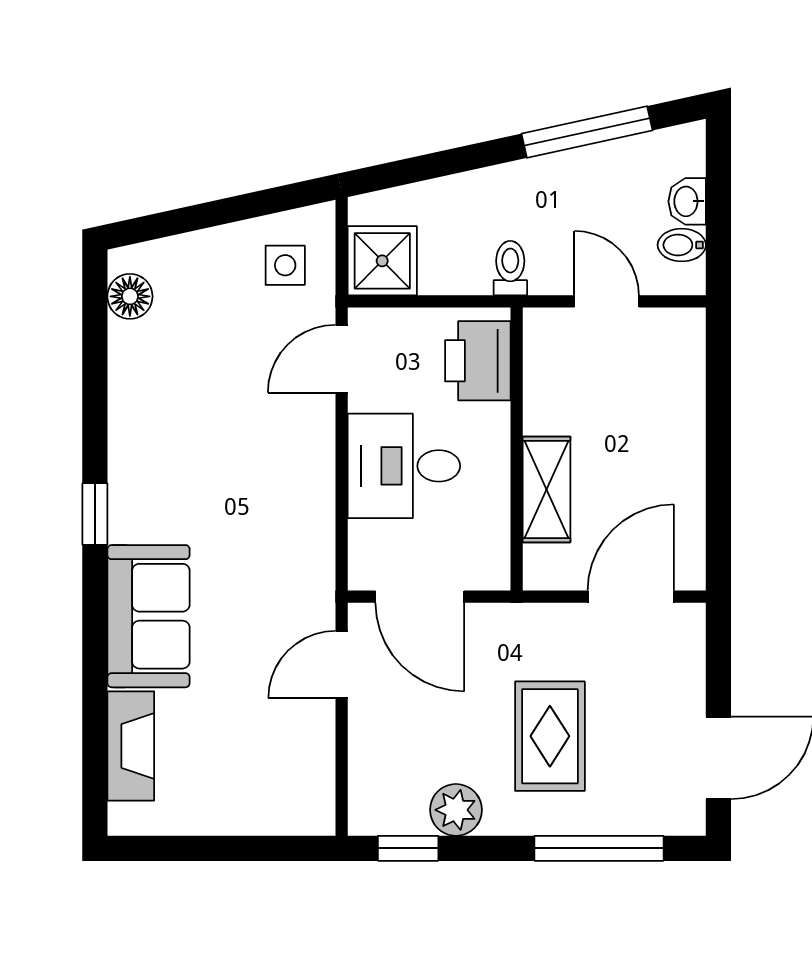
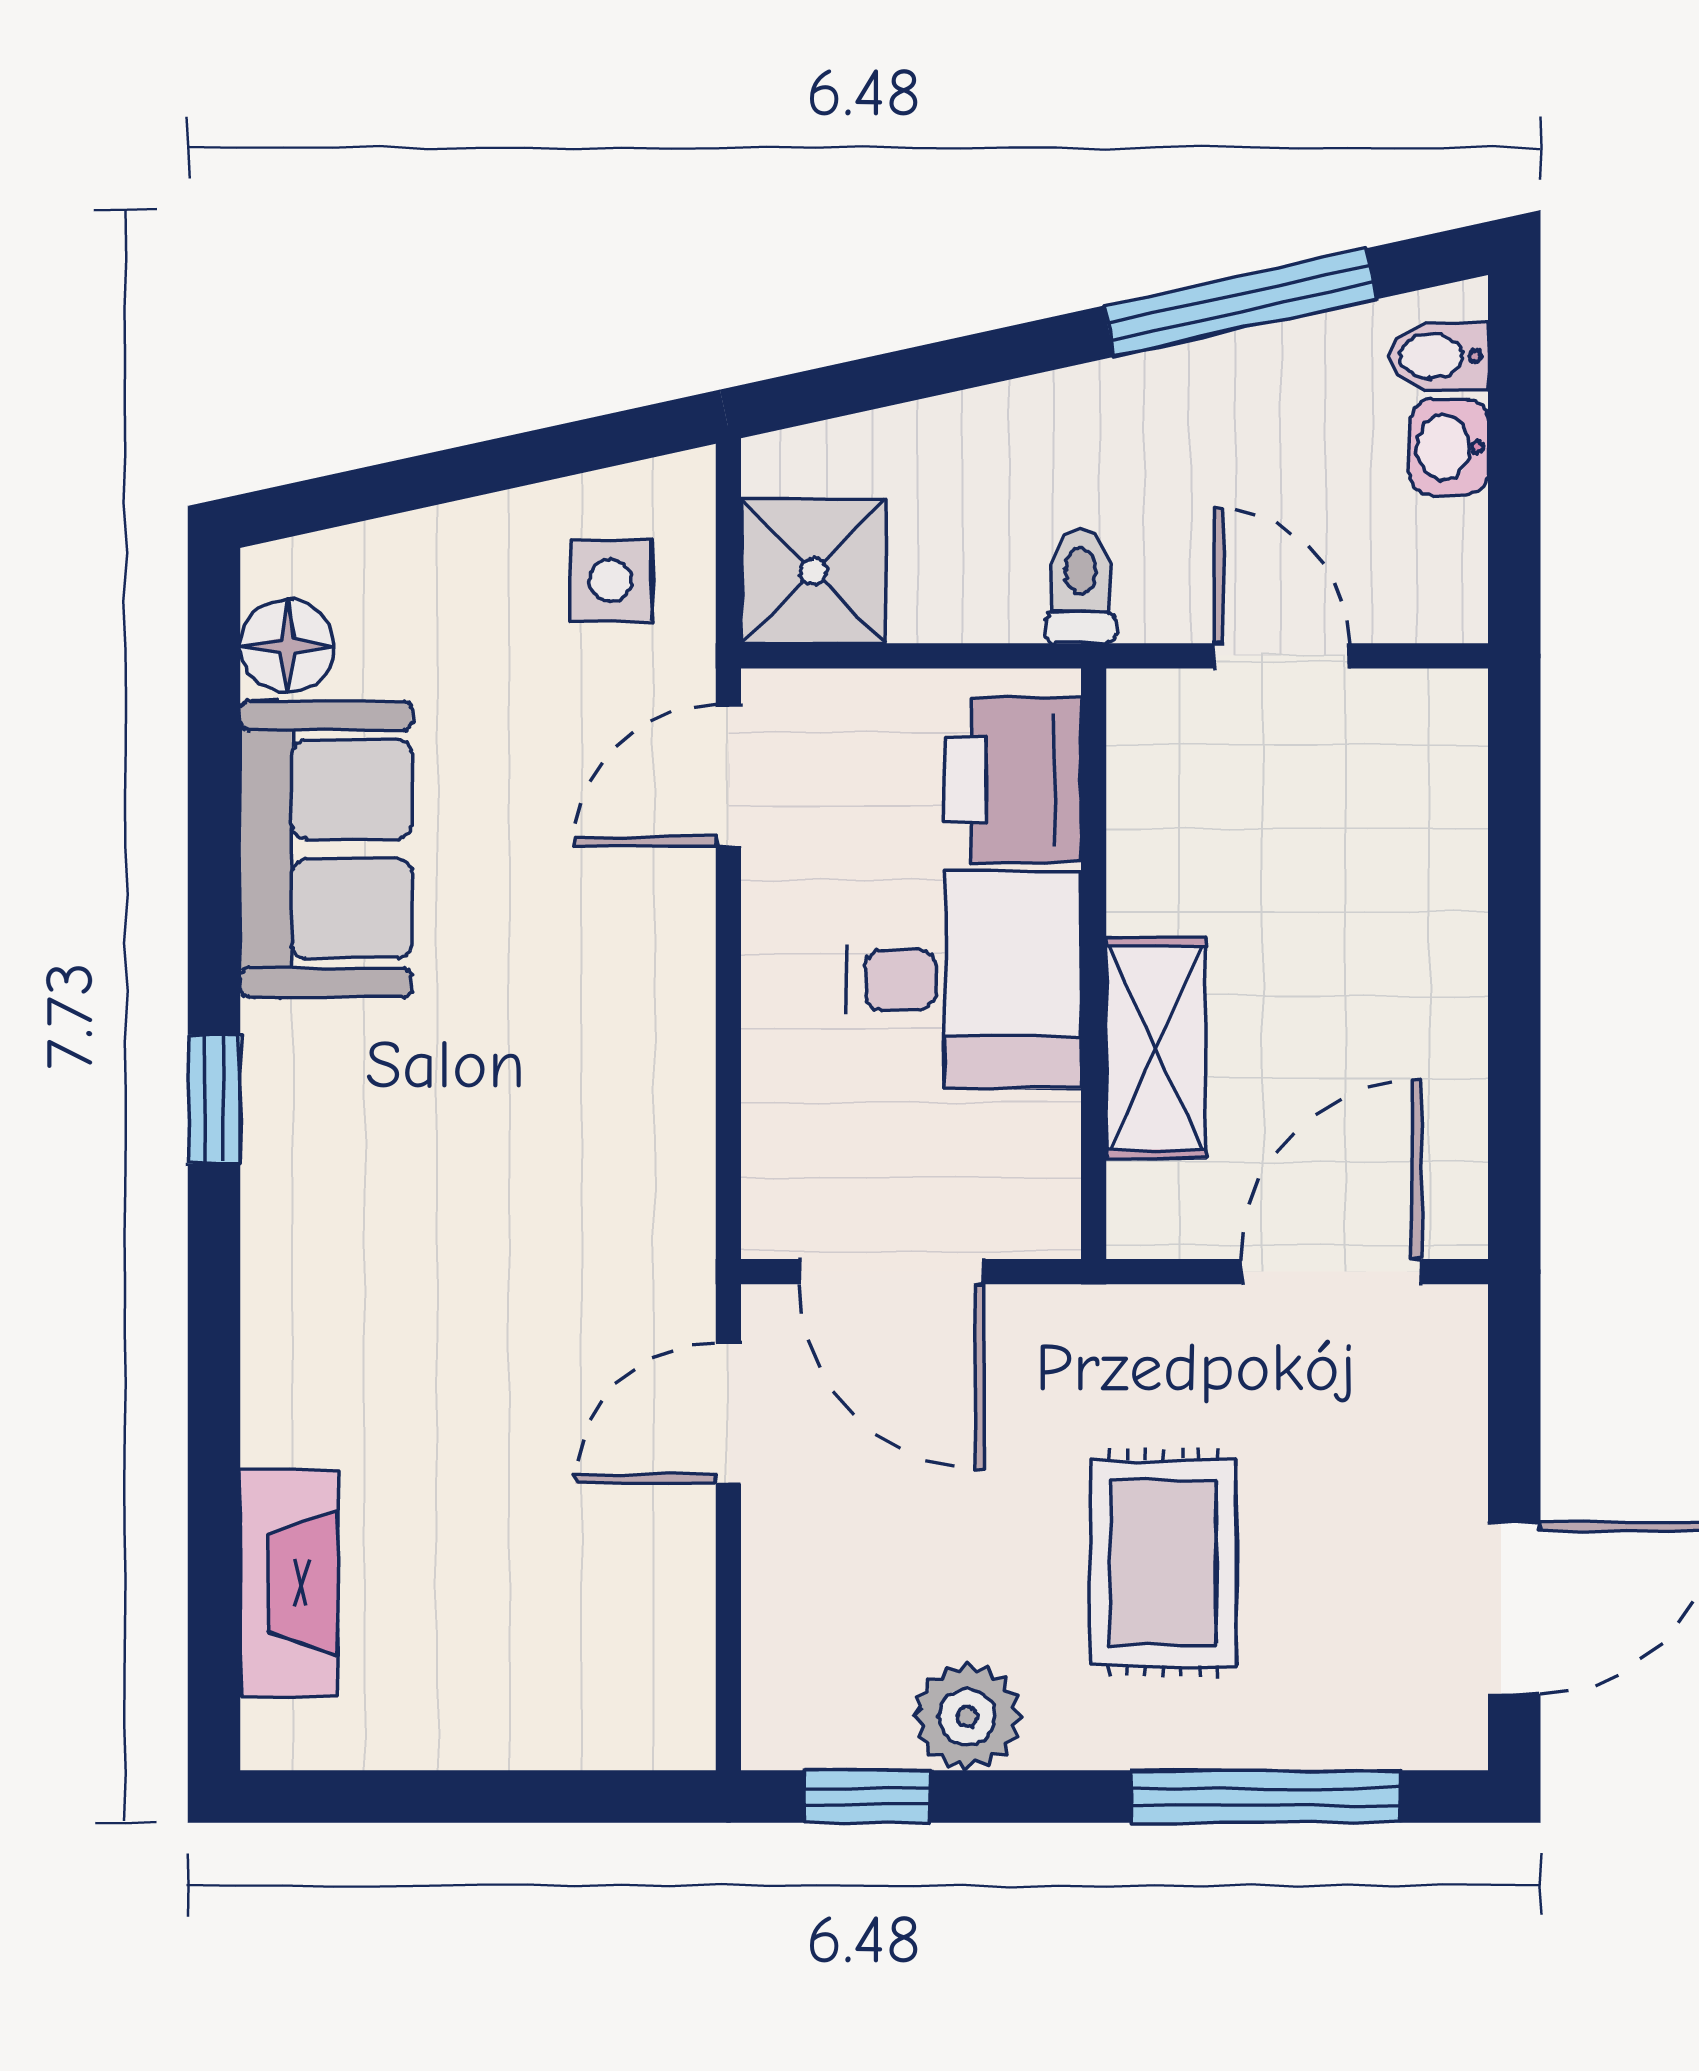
bidet: (682, 245) -> (1438, 356), moved
desk: (404, 466) -> (964, 980), moved, turned 180
sofa: (149, 616) -> (326, 849), moved

